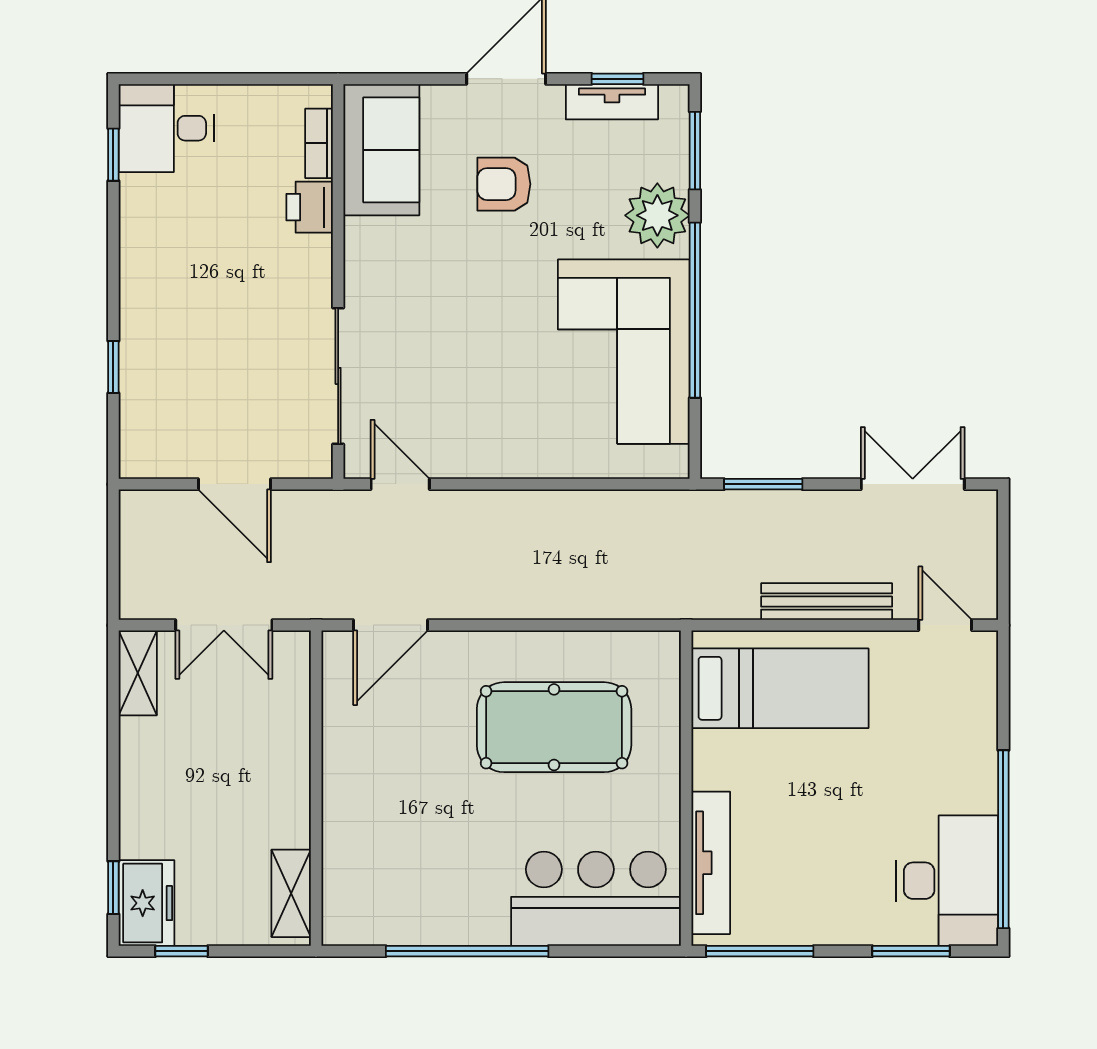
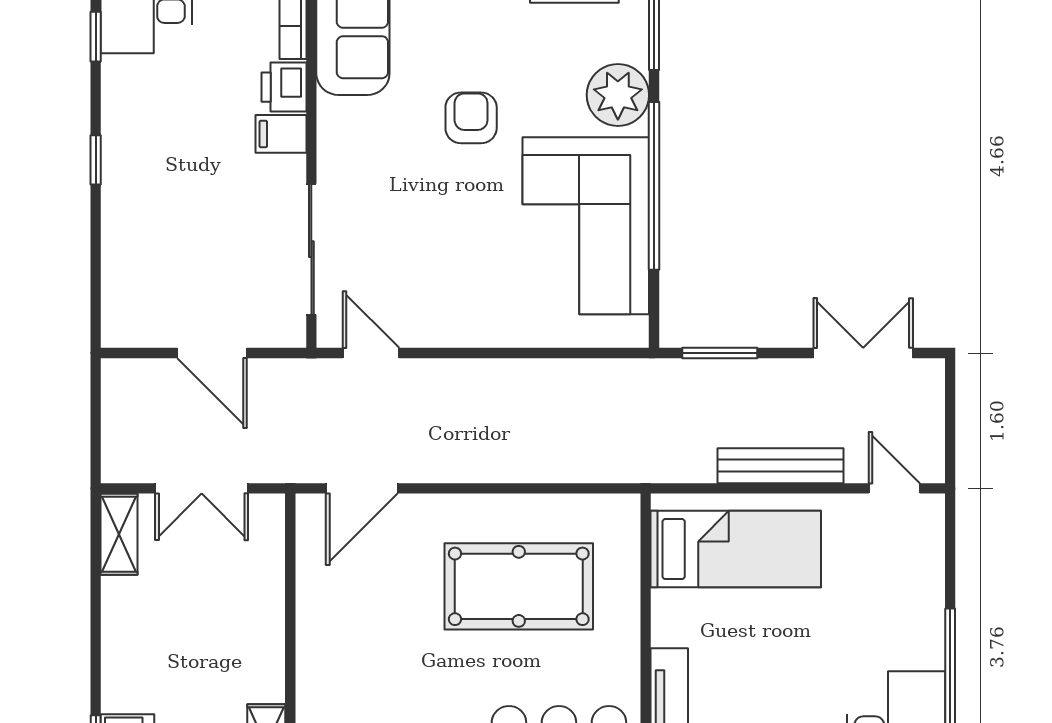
armchair: (504, 184) -> (471, 118), moved, turned 90
filing cabinet: (306, 256) -> (281, 134), added
window: (113, 367) -> (96, 160), moved

